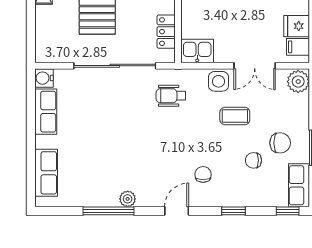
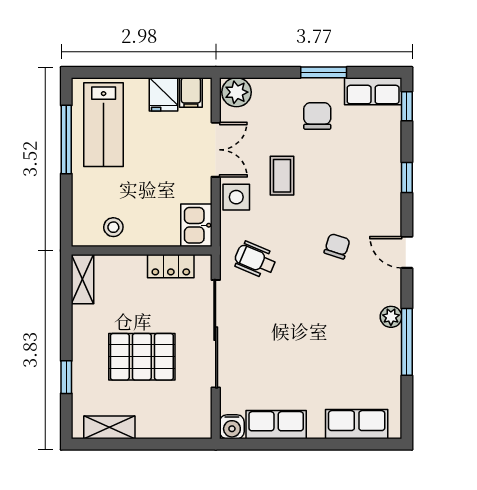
wheelchair: (171, 96) -> (255, 260), turned 113
chair: (253, 160) -> (340, 151), removed
chair: (203, 174) -> (337, 246), moved, turned 108

